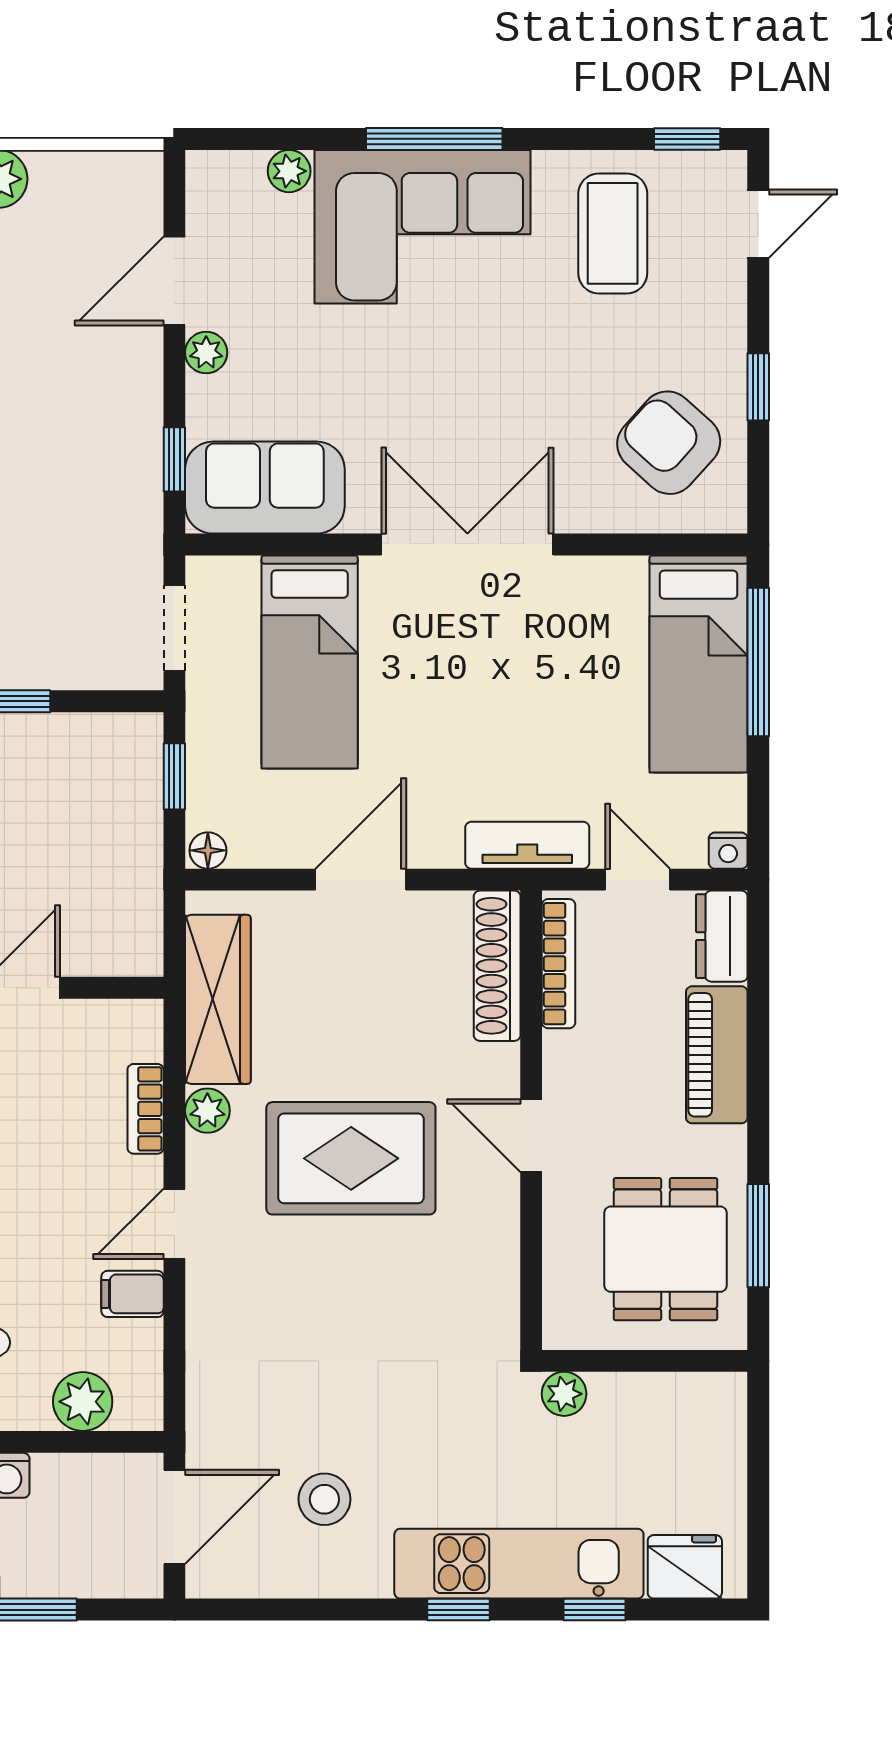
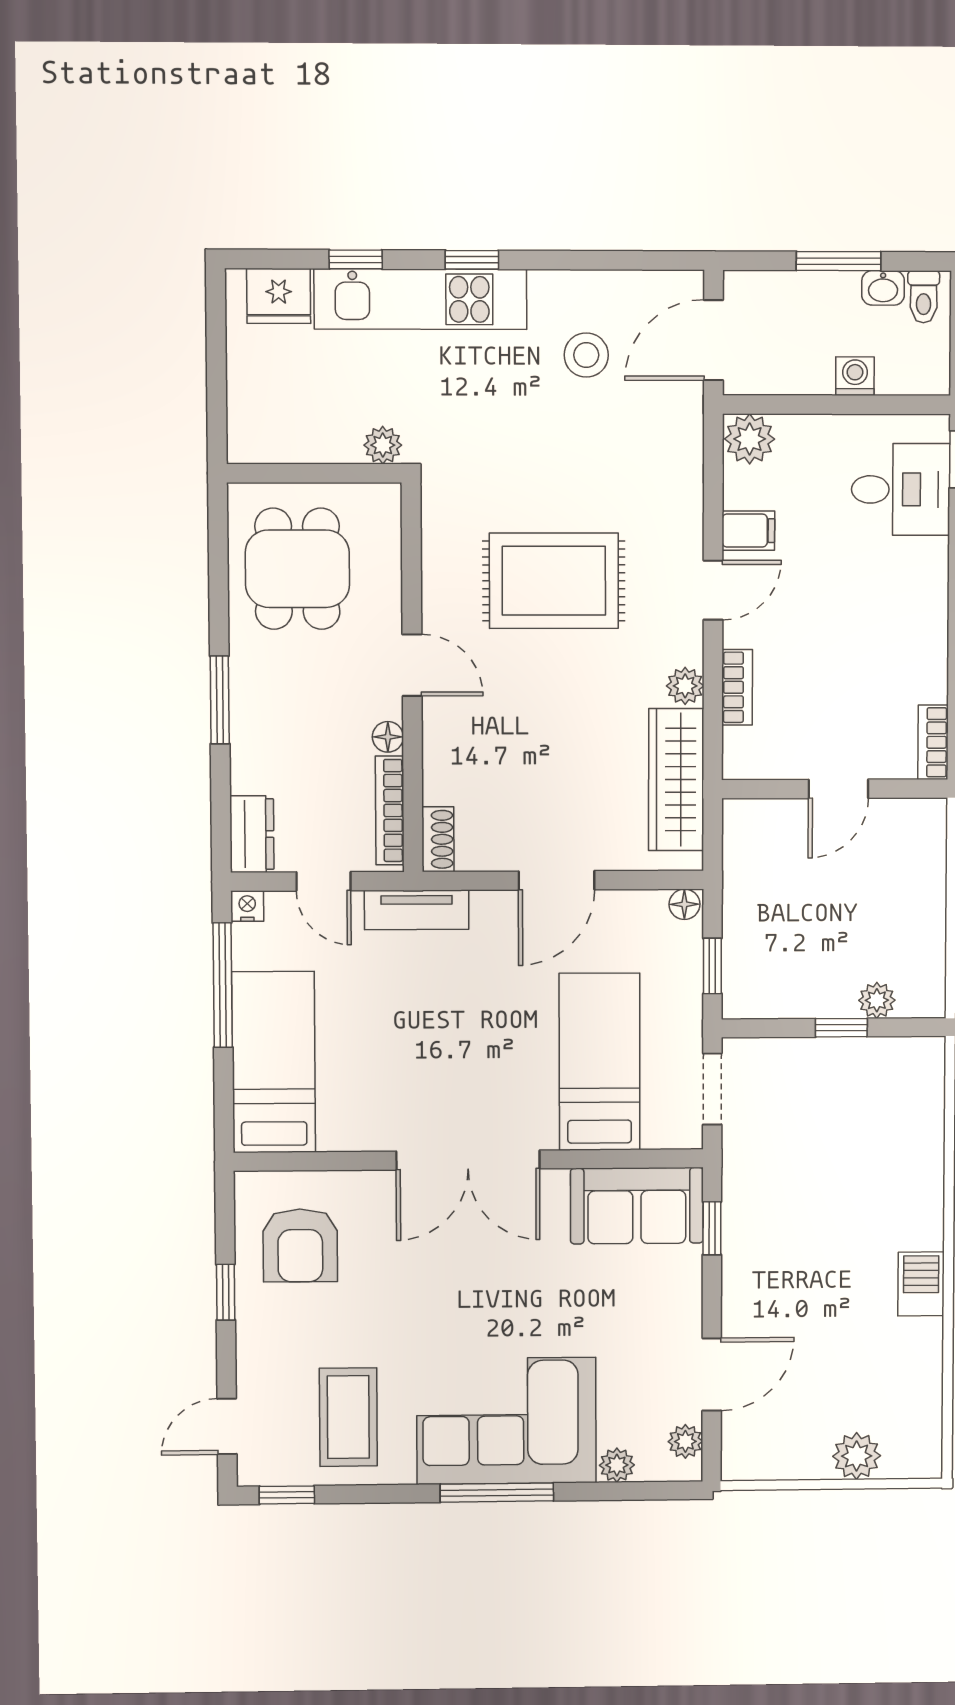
plant: (206, 353) -> (685, 1441), moved
armchair: (669, 443) -> (300, 1245), turned 48
window: (758, 662) -> (223, 985), moved
shoe rack: (497, 966) -> (438, 839), width x0.51, depth x0.81
floor lamp: (560, 1051) -> (388, 737), added
piano: (717, 1055) -> (255, 734), removed
rug: (351, 1158) -> (554, 581), moved
window: (758, 1236) -> (220, 700), moved
plant: (83, 1402) -> (750, 439), moved

